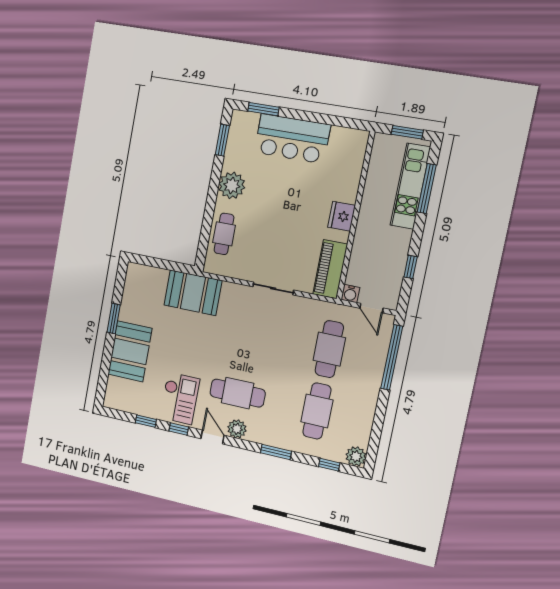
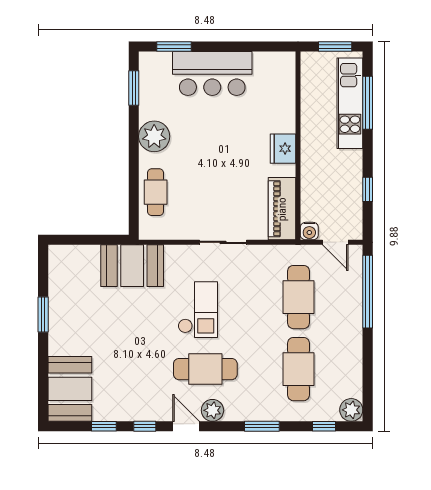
booth: (130, 351) -> (70, 389), moved
checkout: (180, 398) -> (198, 310), moved

